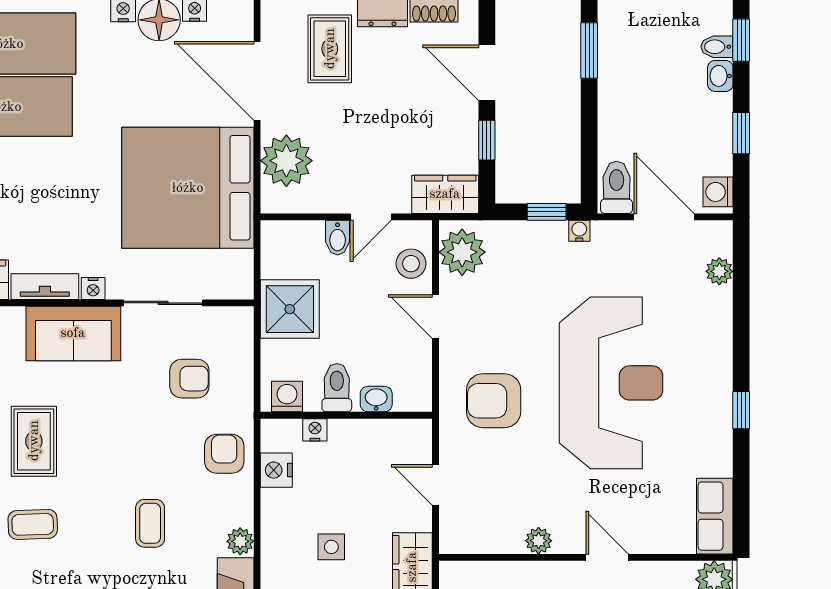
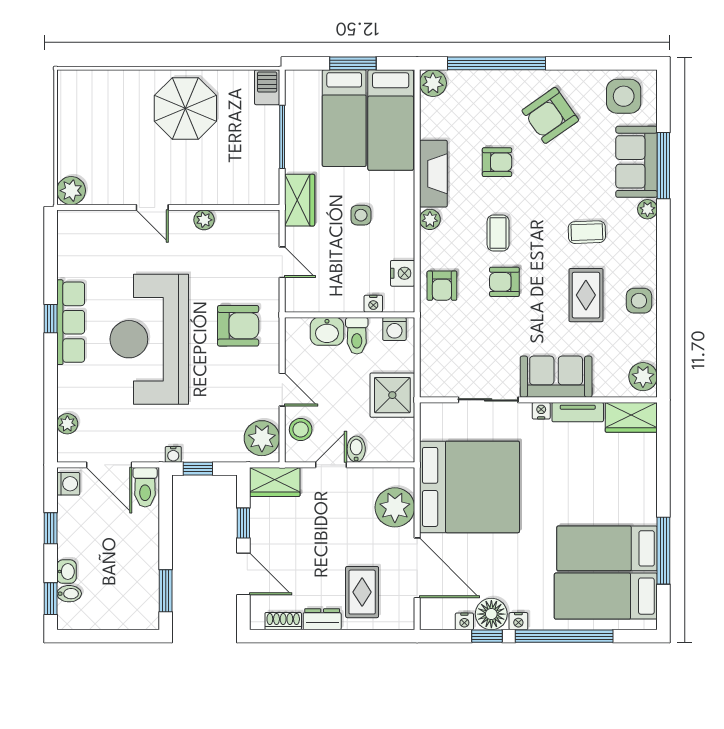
armchair: (189, 379) -> (504, 282), moved
washbasin: (376, 399) -> (327, 331), width x1.38, depth x1.45
row of seats: (715, 516) -> (71, 322), moved, width x1.48

